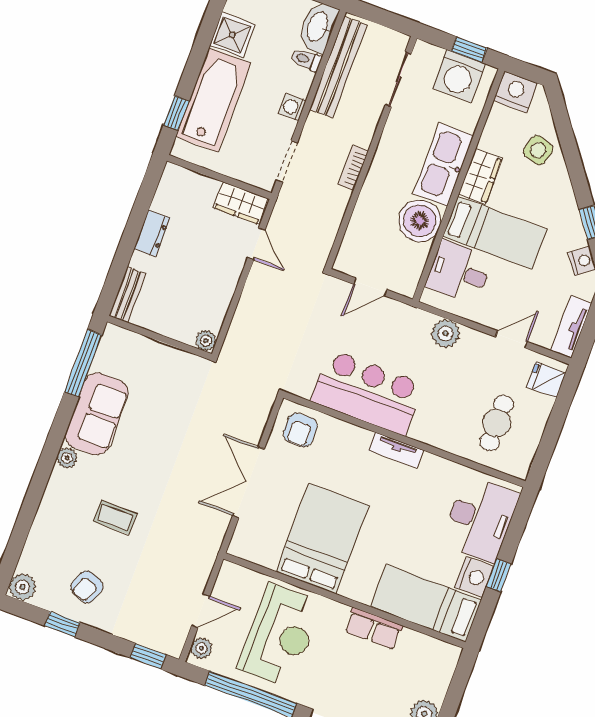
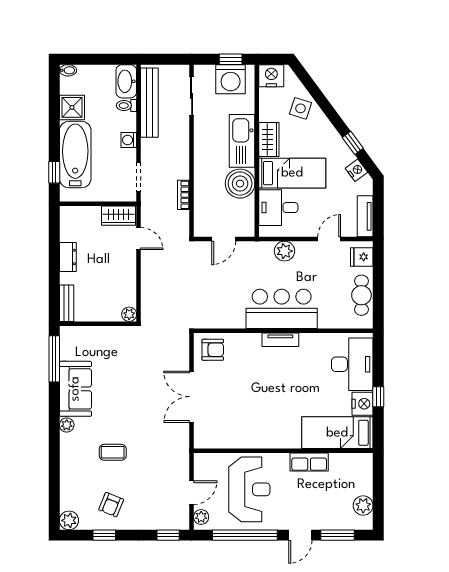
bookcase: (353, 168) -> (184, 195), moved
bar counter: (367, 392) -> (282, 309), moved
cafe table: (497, 423) -> (361, 295), moved
armchair: (300, 430) -> (213, 350), turned -90
bed: (323, 538) -> (254, 415), removed

